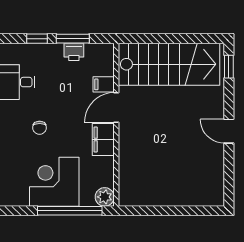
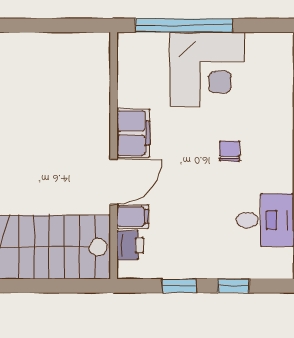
window: (73, 39) -> (179, 286), width x0.67
printer: (74, 52) -> (130, 245), moved, turned 90
plant: (105, 197) -> (131, 46), removed

